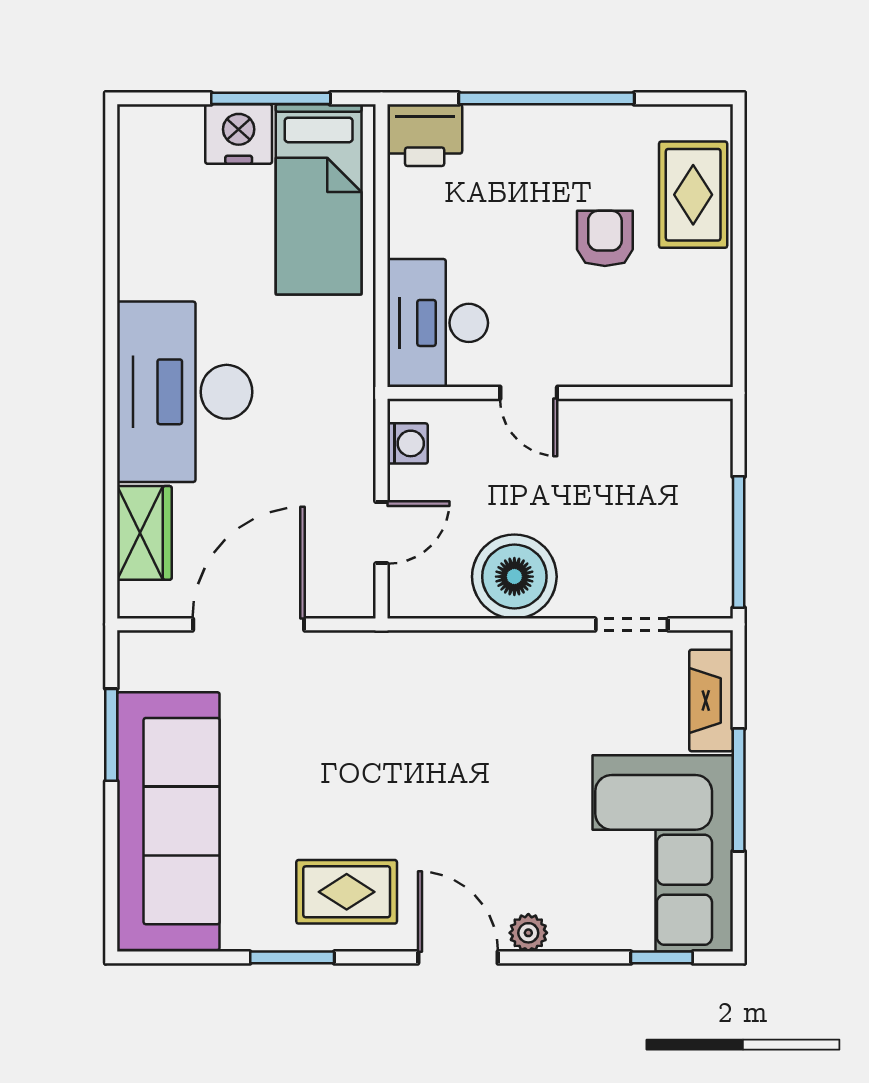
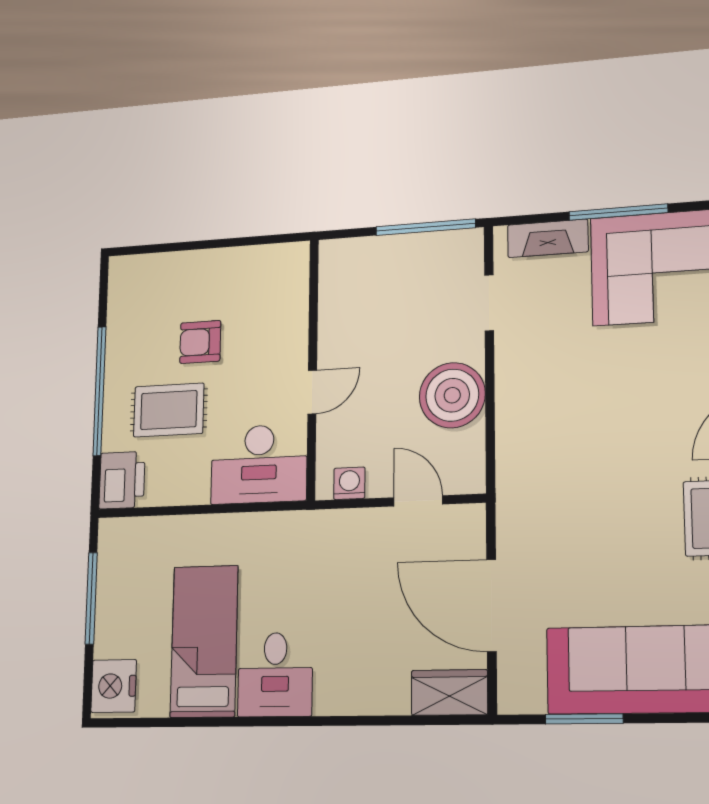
nightstand: (239, 134) -> (114, 686), moved
rug: (693, 195) -> (169, 410), moved
bed: (319, 199) -> (204, 641), moved, turned -90
desk: (185, 392) -> (275, 675), width x0.53, depth x0.77
wardrobe: (144, 533) -> (449, 692), moved

